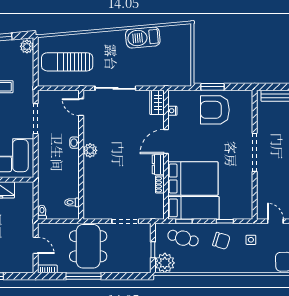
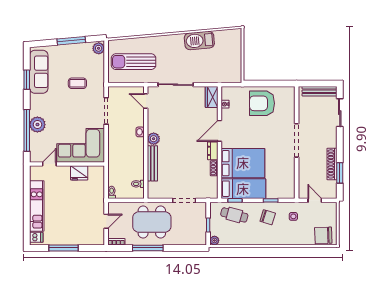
window: (212, 87) -> (260, 84), removed
bench: (89, 179) -> (152, 163), added
door: (36, 245) -> (106, 221), hinge flipped
dining table: (88, 246) -> (152, 222), turned 90
plant: (165, 263) -> (214, 240), width x0.53, depth x0.53

